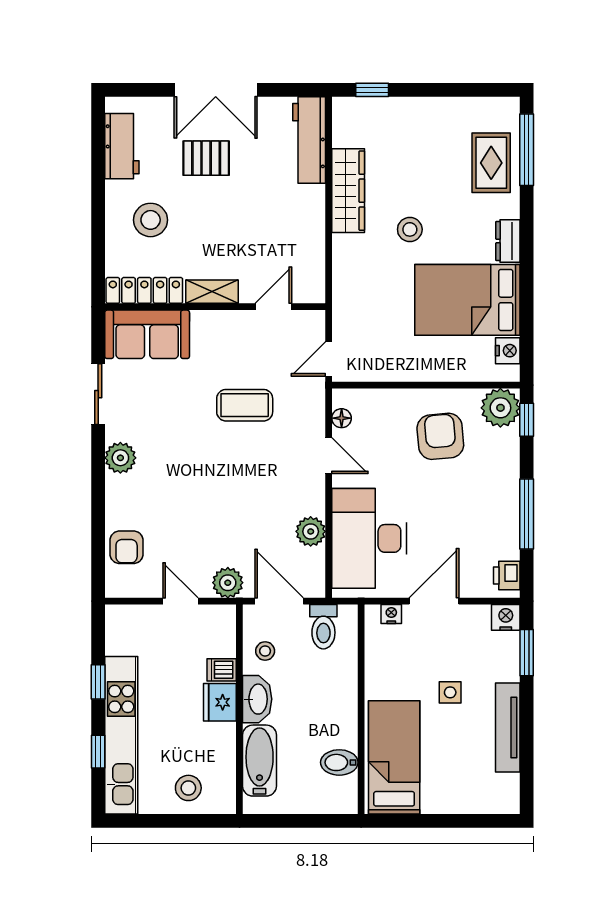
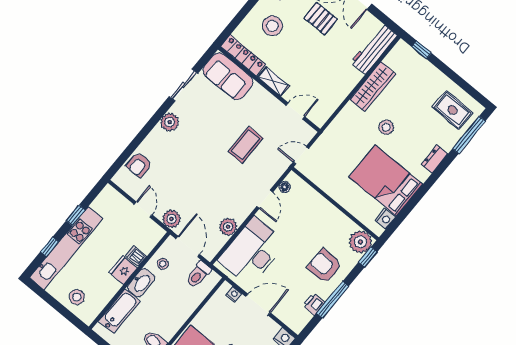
rug: (491, 163) -> (453, 110), moved, turned 90
dresser: (508, 241) -> (435, 159), moved
coffee table: (245, 405) -> (246, 145), turned 90
armchair: (440, 436) -> (325, 266), moved, turned -85
printer: (507, 575) -> (314, 304), moved

